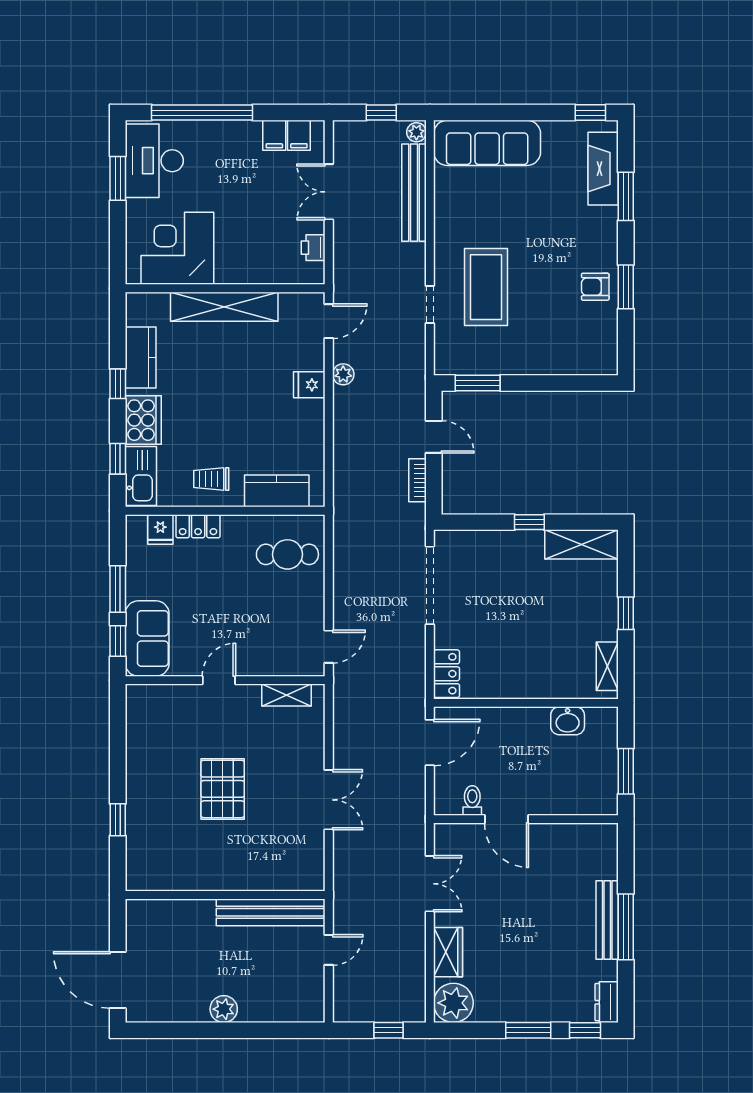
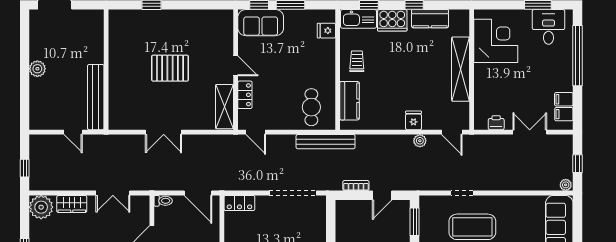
desk: (154, 161) -> (549, 27), width x0.73
bench: (414, 193) -> (326, 142), moved
locker: (198, 526) -> (245, 95), moved, turned 180
shelving: (287, 695) -> (224, 107), width x1.50, depth x1.33
toilet: (472, 800) -> (163, 201), moved

